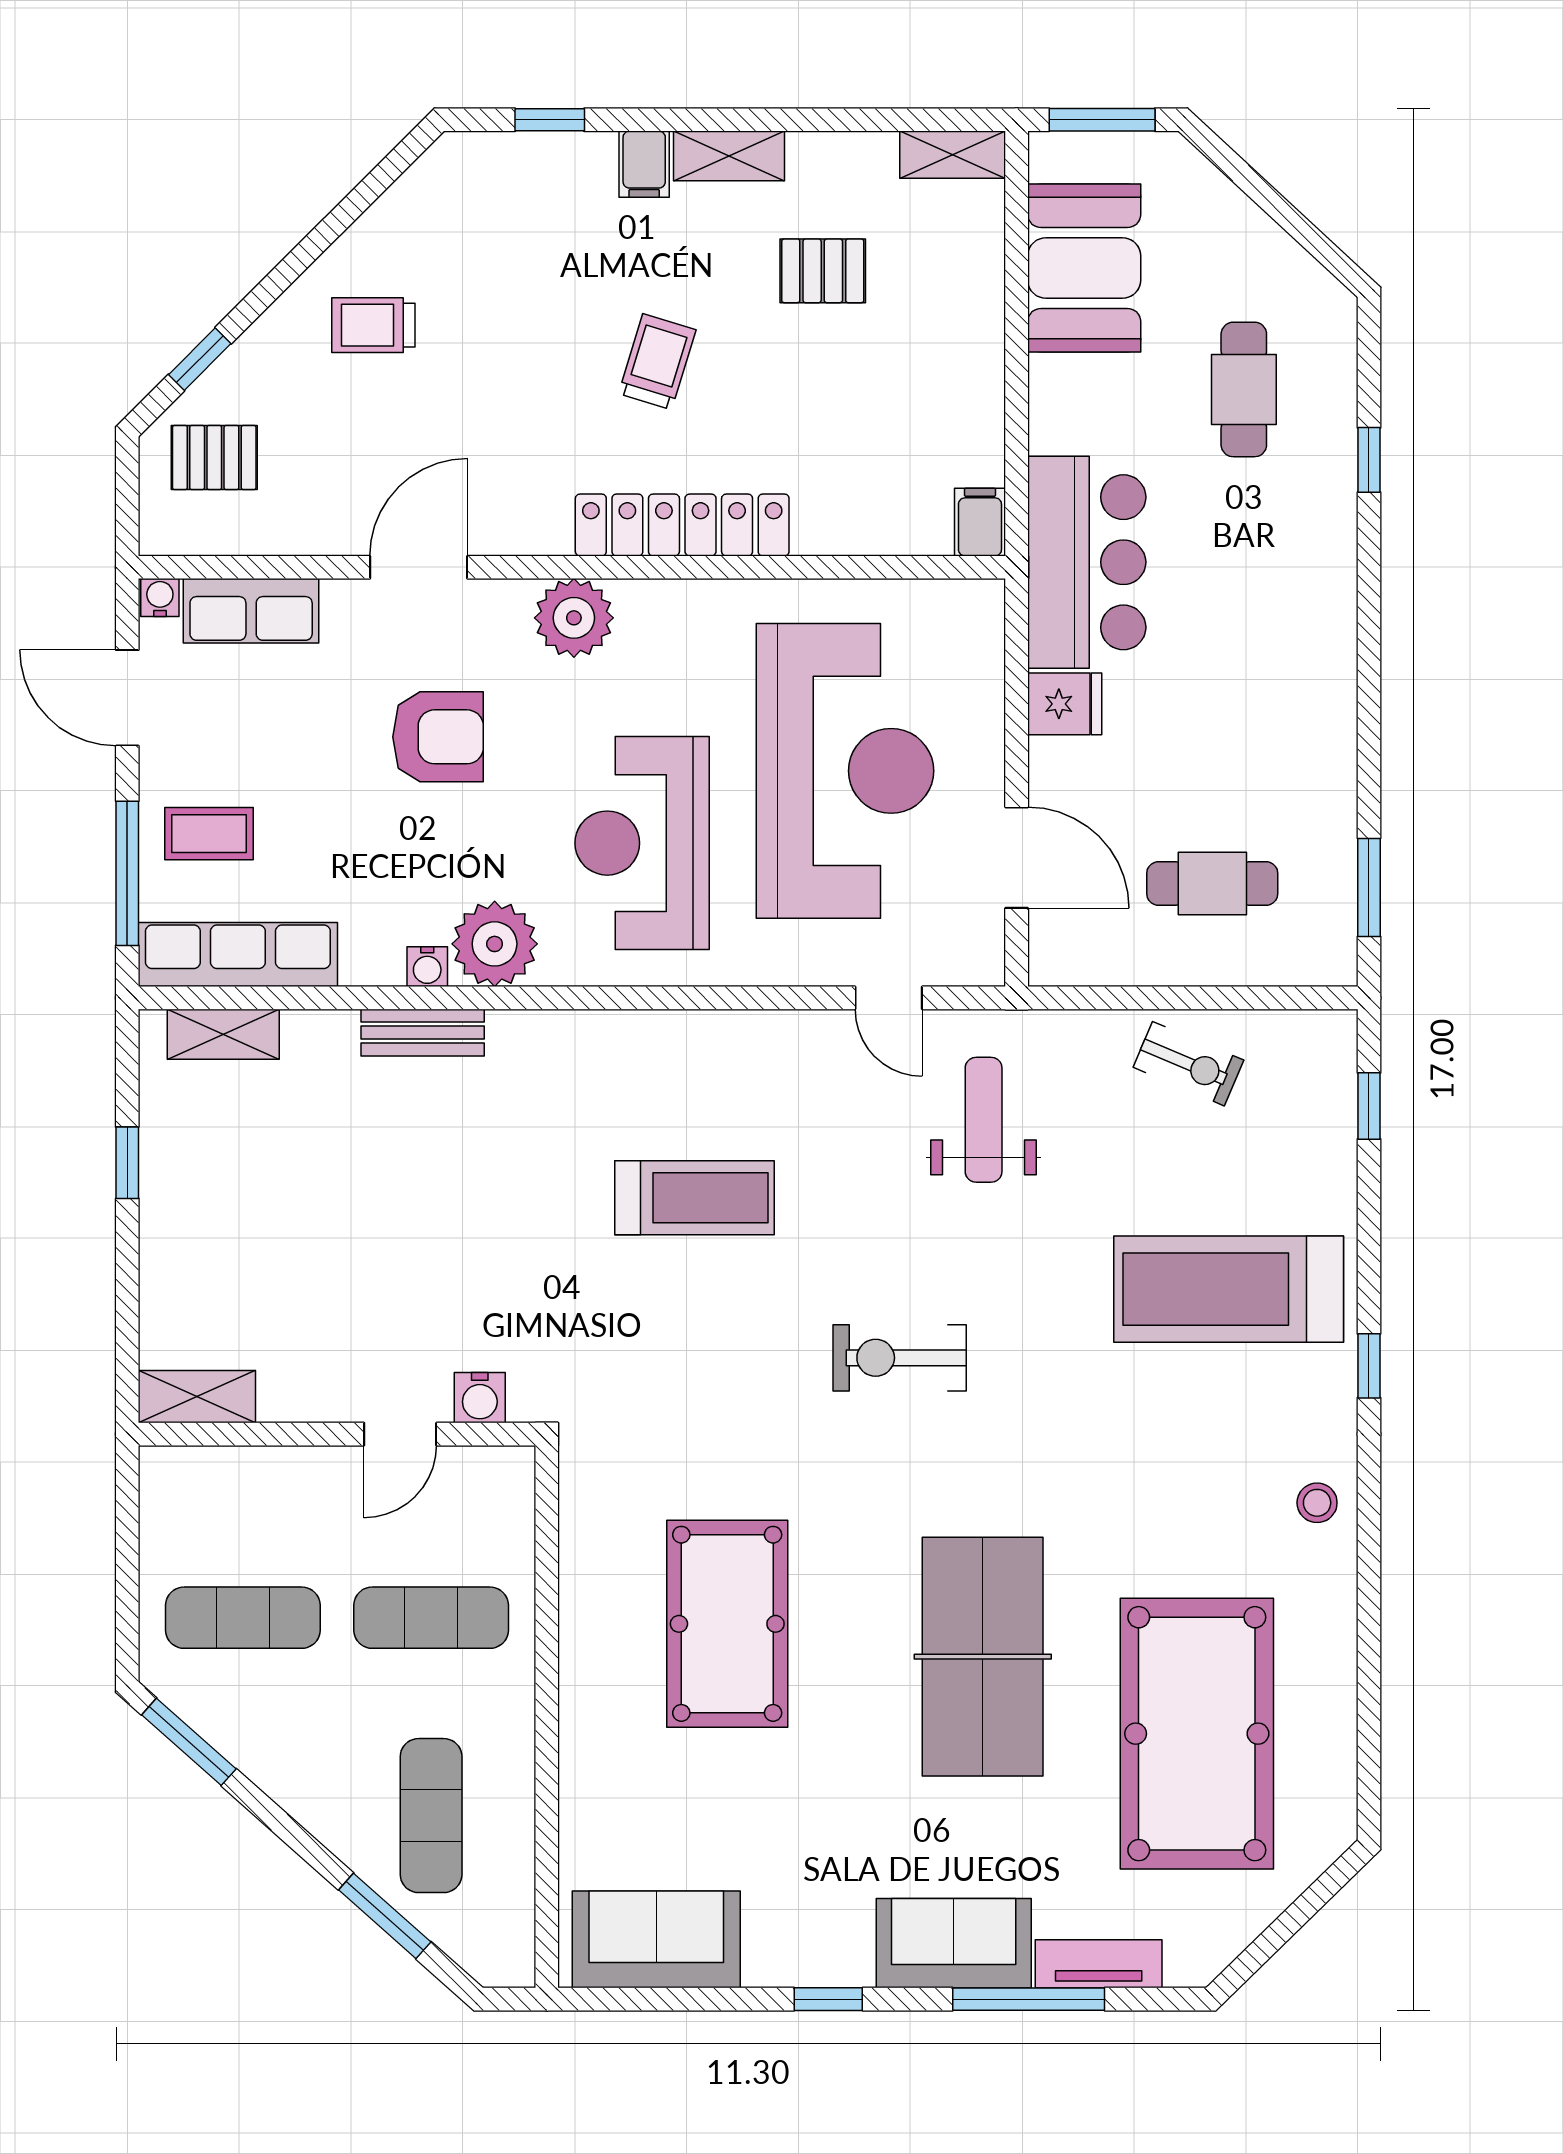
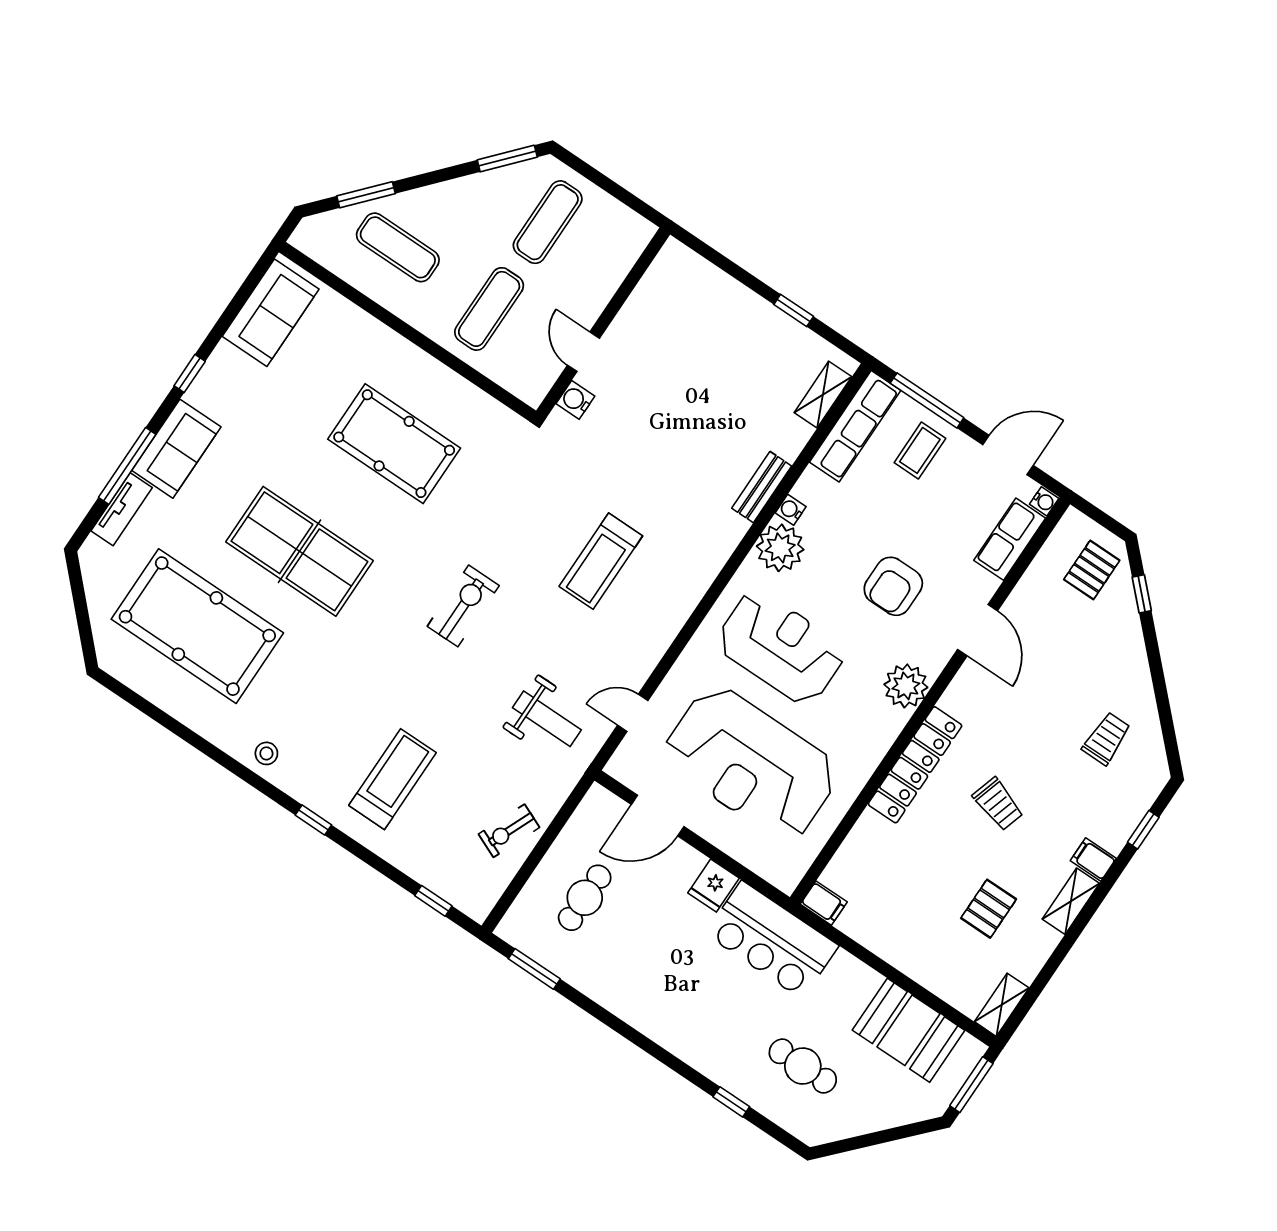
trolley: (373, 325) -> (1106, 739), moved
treadmill: (1229, 1289) -> (393, 779), width x0.73, depth x0.73
shelving: (197, 1397) -> (664, 270), removed

